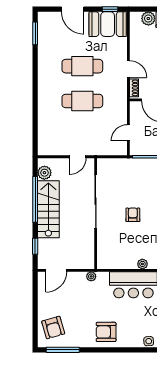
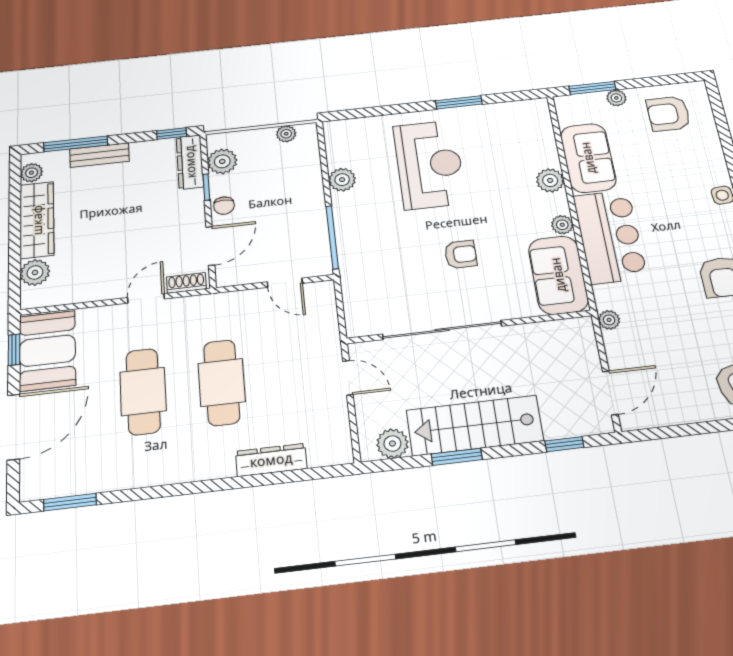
door: (73, 9) -> (14, 427), width x1.36
dresser: (43, 120) -> (271, 460), added
window: (35, 199) -> (457, 457), width x0.47
armchair: (133, 215) -> (461, 254), turned 180
sofa: (117, 258) -> (558, 275), added
door: (56, 270) -> (610, 393), hinge flipped

